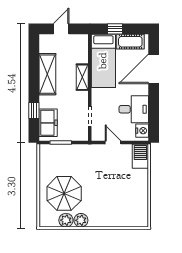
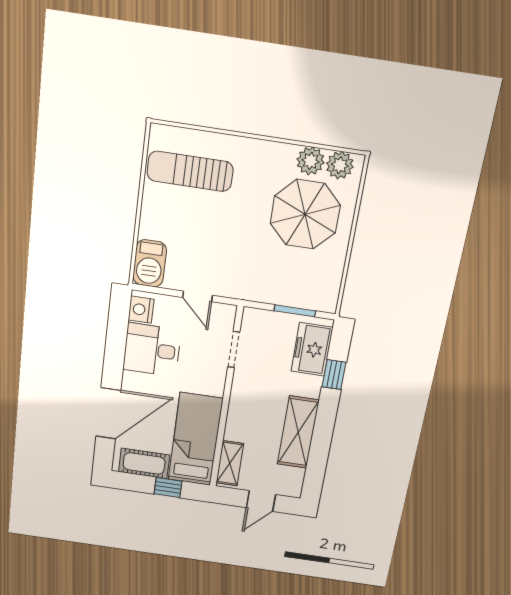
shelving: (82, 77) -> (230, 463), moved
sun lounger: (125, 206) -> (190, 171), added
plant: (81, 220) -> (340, 165), moved

